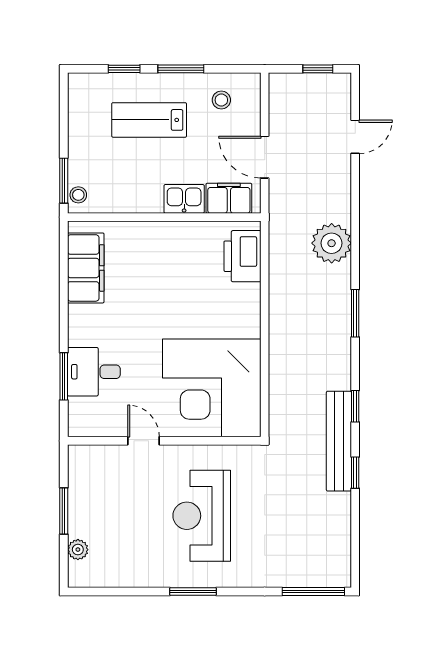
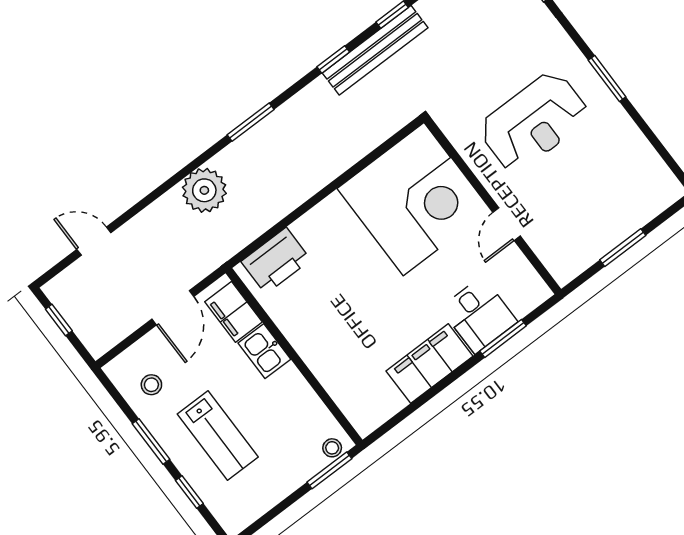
filing cabinet: (86, 268) -> (429, 364), moved
plant: (78, 550) -> (647, 209), removed

